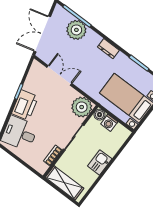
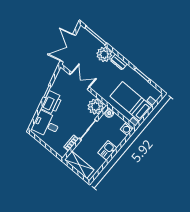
plant: (76, 30) -> (104, 54), moved
washing machine: (109, 123) -> (127, 129), moved

